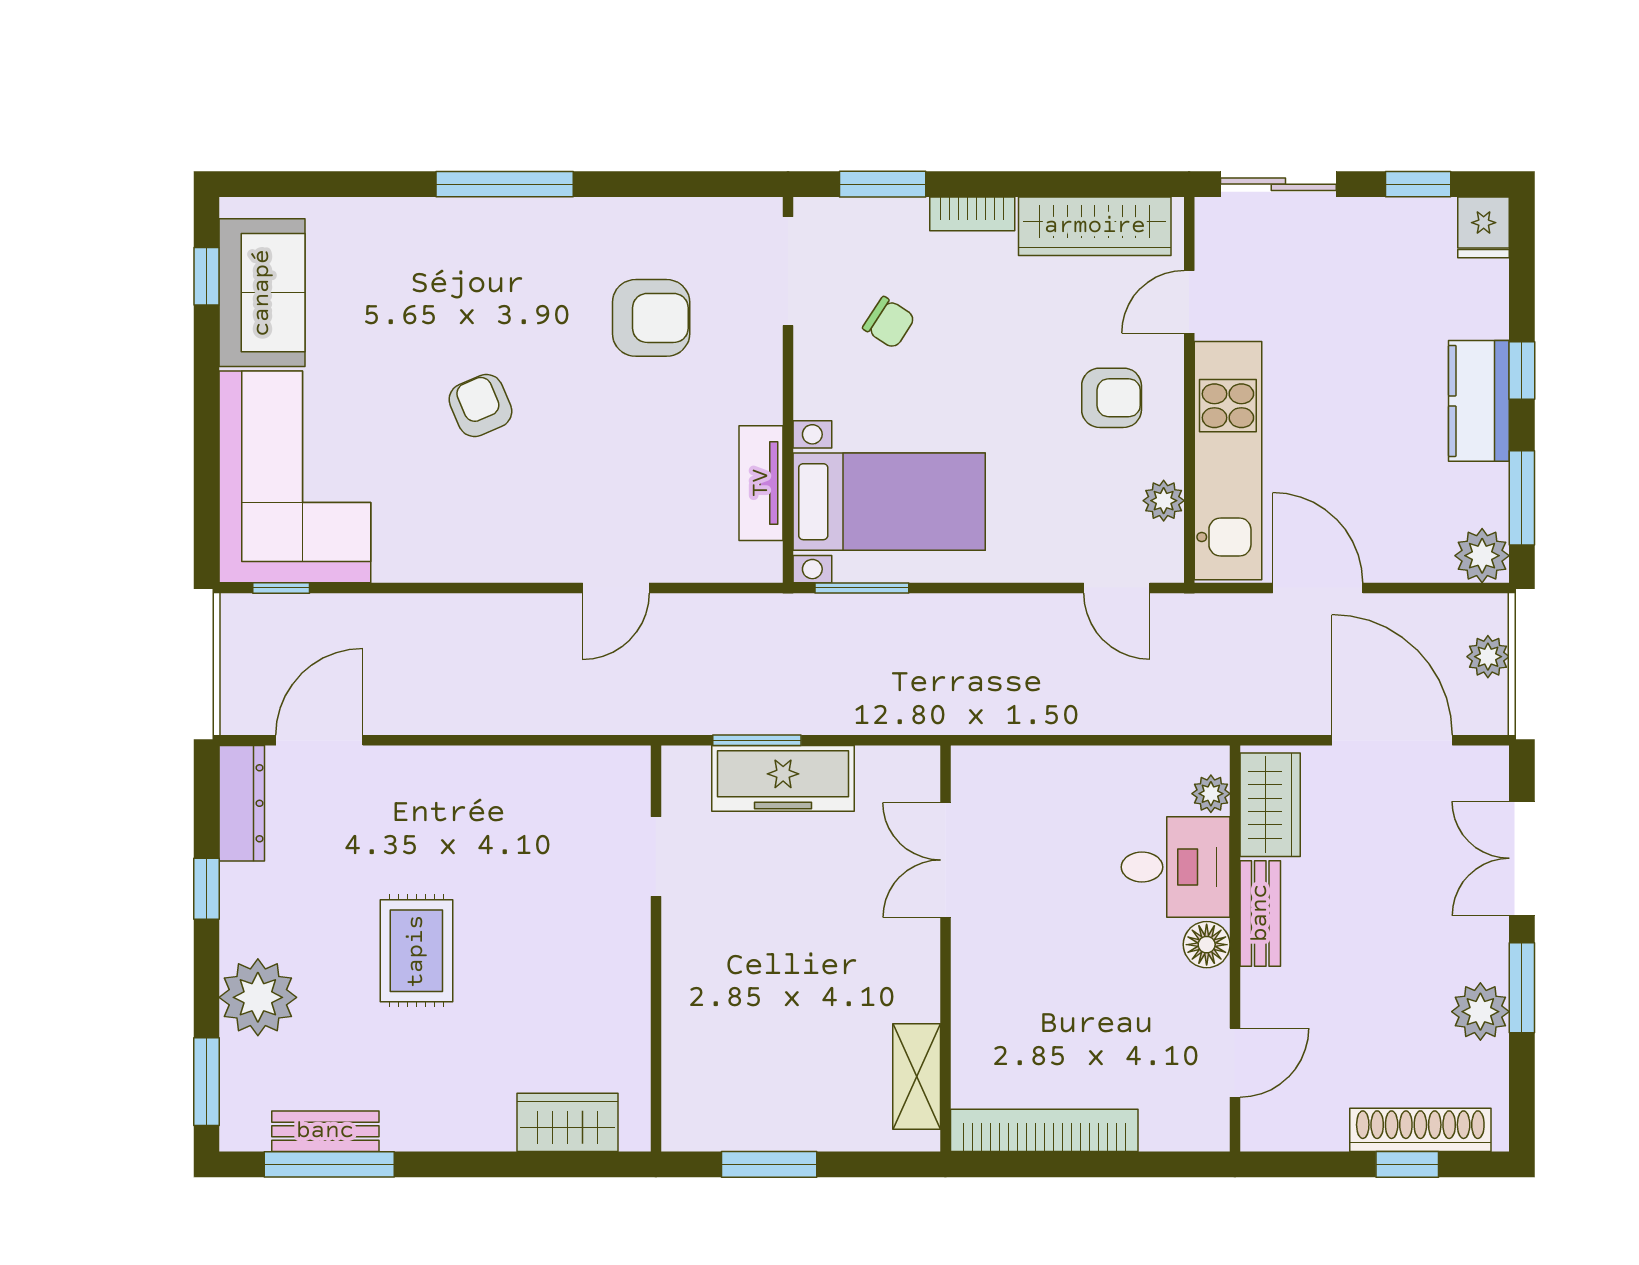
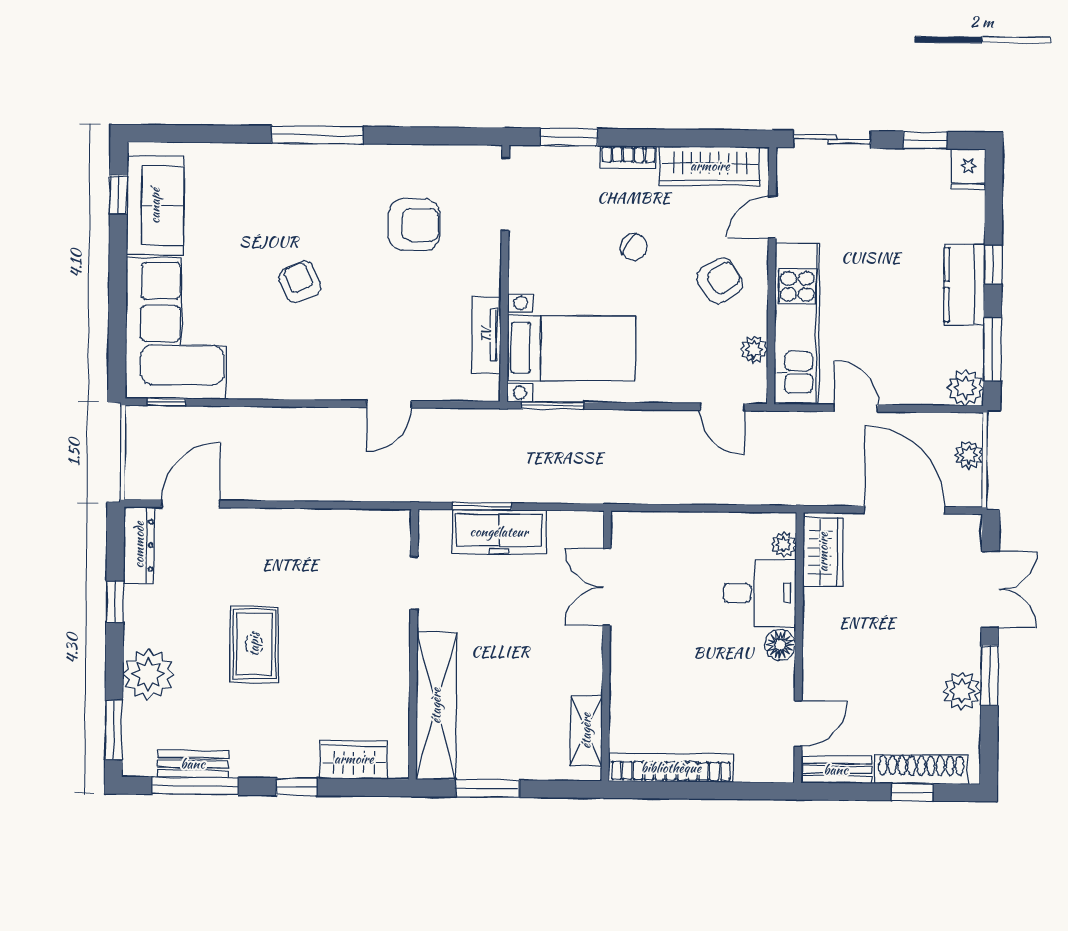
chair: (889, 323) -> (634, 247), moved
armchair: (1112, 398) -> (720, 280), turned -33
door: (1318, 588) -> (856, 408), width x0.73
double door: (1522, 858) -> (990, 589), swing flipped
bench: (1260, 913) -> (836, 770), moved, turned 90
shelving: (691, 1041) -> (436, 706), added
window: (482, 1164) -> (297, 787), added

